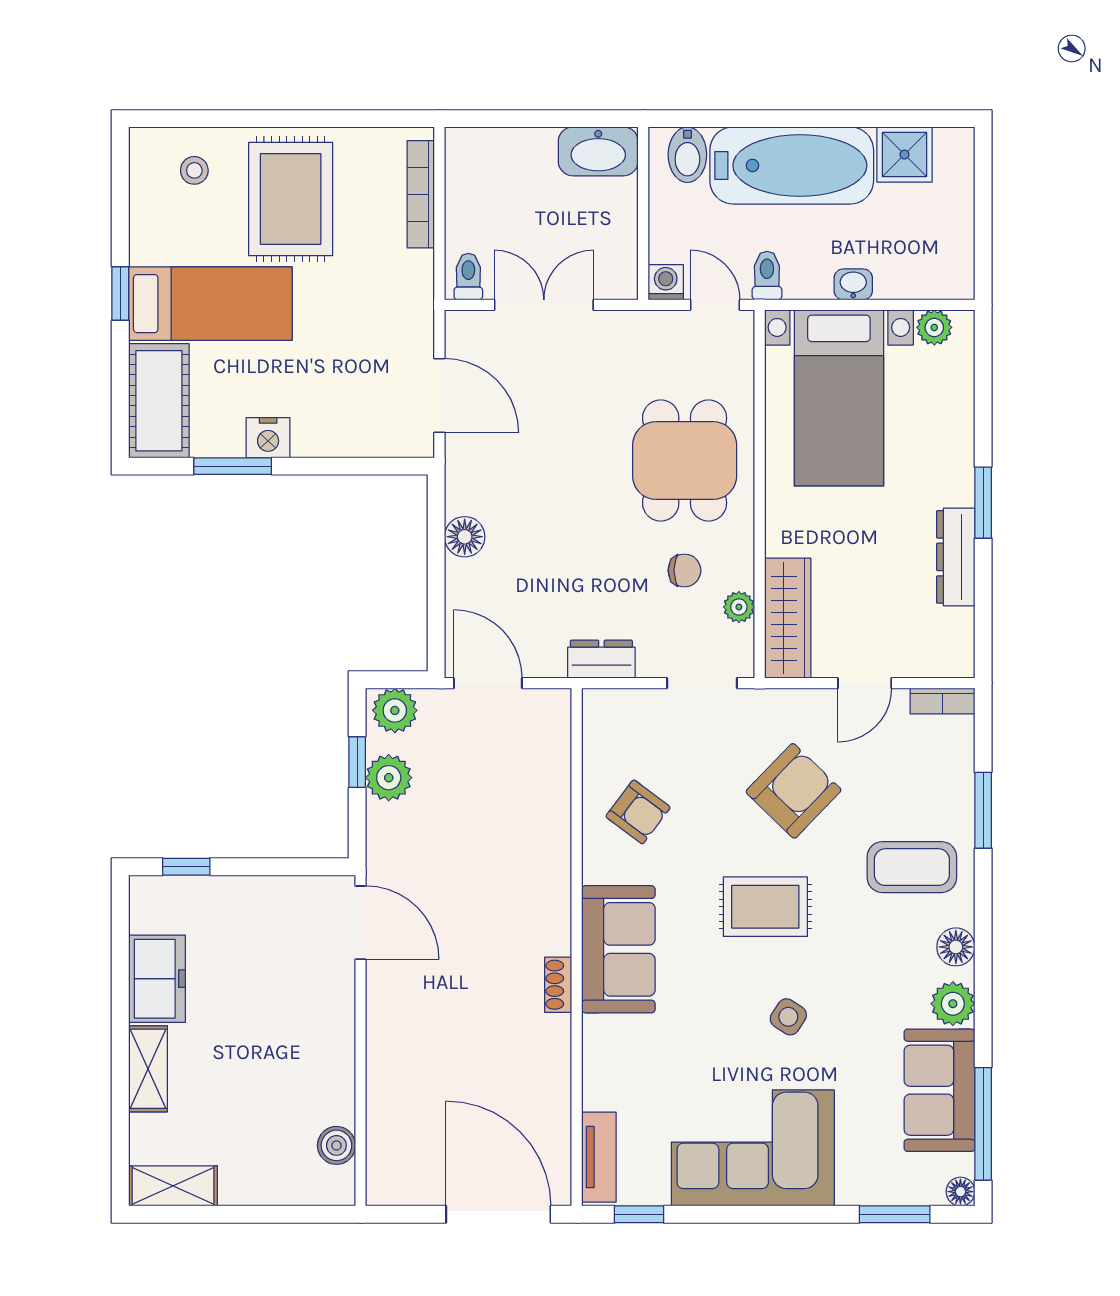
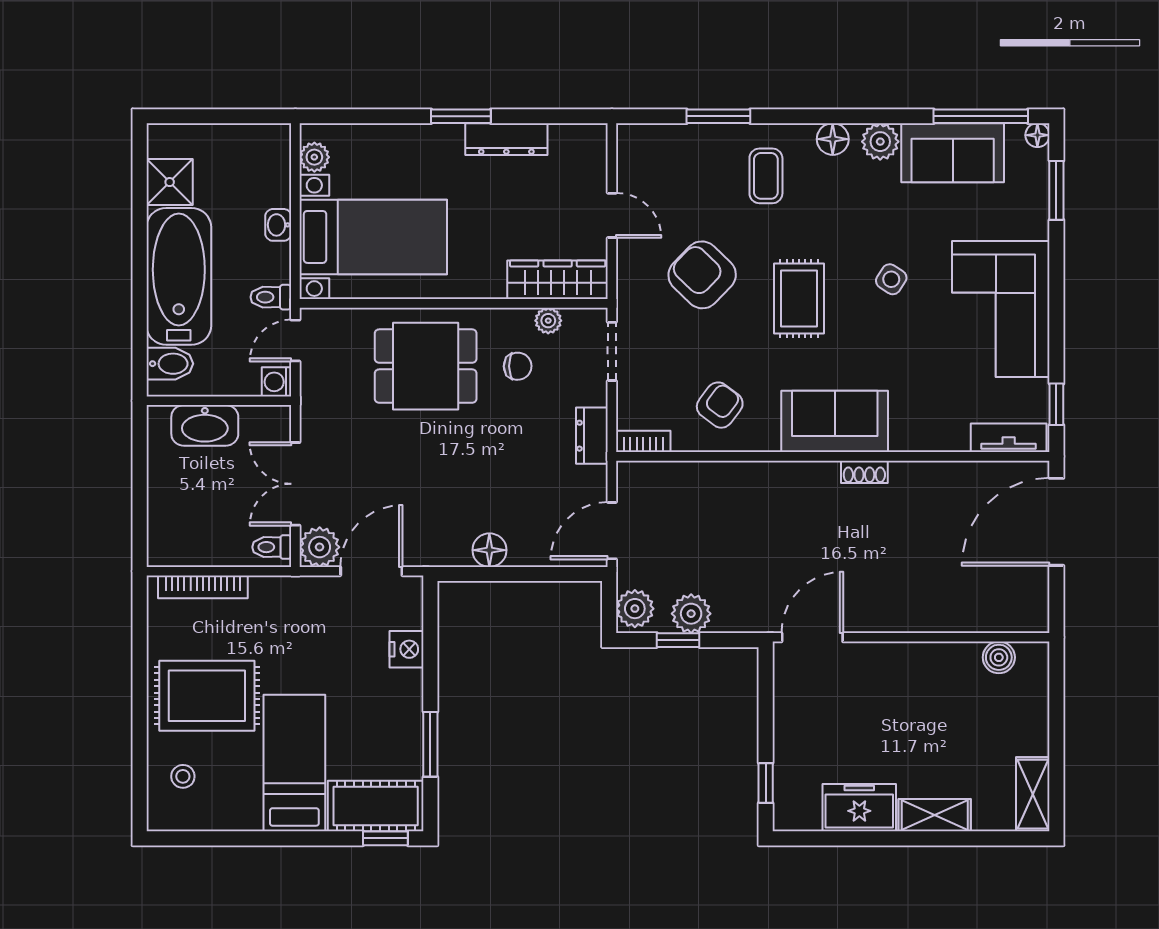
washbasin: (598, 151) -> (205, 425), moved, turned 90
window: (120, 294) -> (385, 838), moved
plant: (468, 334) -> (320, 547), added
nightstand: (268, 438) -> (407, 649), moved
chair: (684, 570) -> (518, 366), turned 89
bookcase: (942, 701) -> (643, 441), moved, turned -90
coffee table: (912, 867) -> (766, 176), width x0.73, depth x0.77

